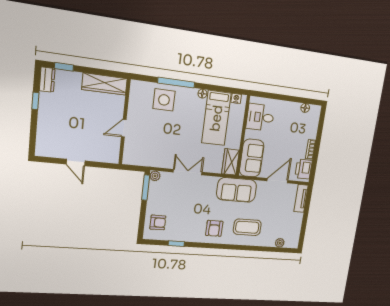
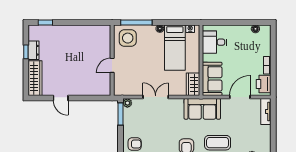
dresser: (47, 80) -> (33, 50), moved
wardrobe: (105, 84) -> (35, 78), moved, turned -90
wall: (124, 122) -> (112, 60), moved
door: (124, 128) -> (112, 65), moved

